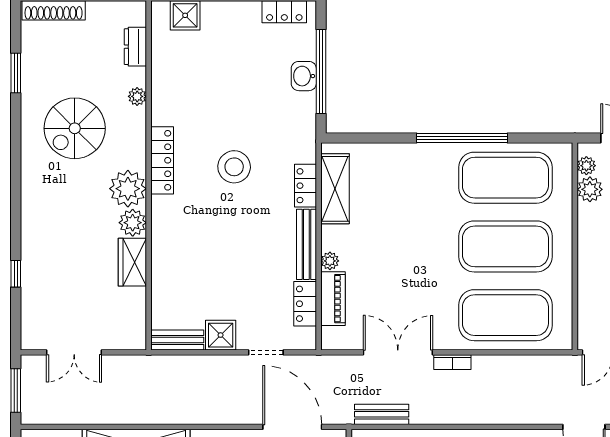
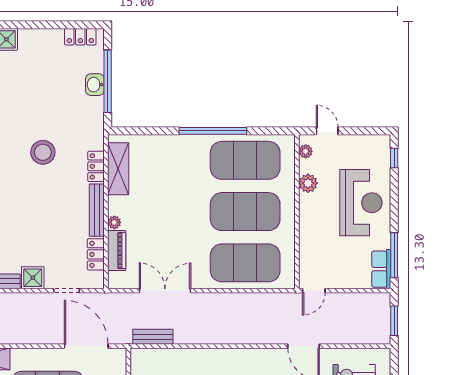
plant: (590, 189) -> (308, 183), moved
bookcase: (452, 362) -> (206, 298), removed

